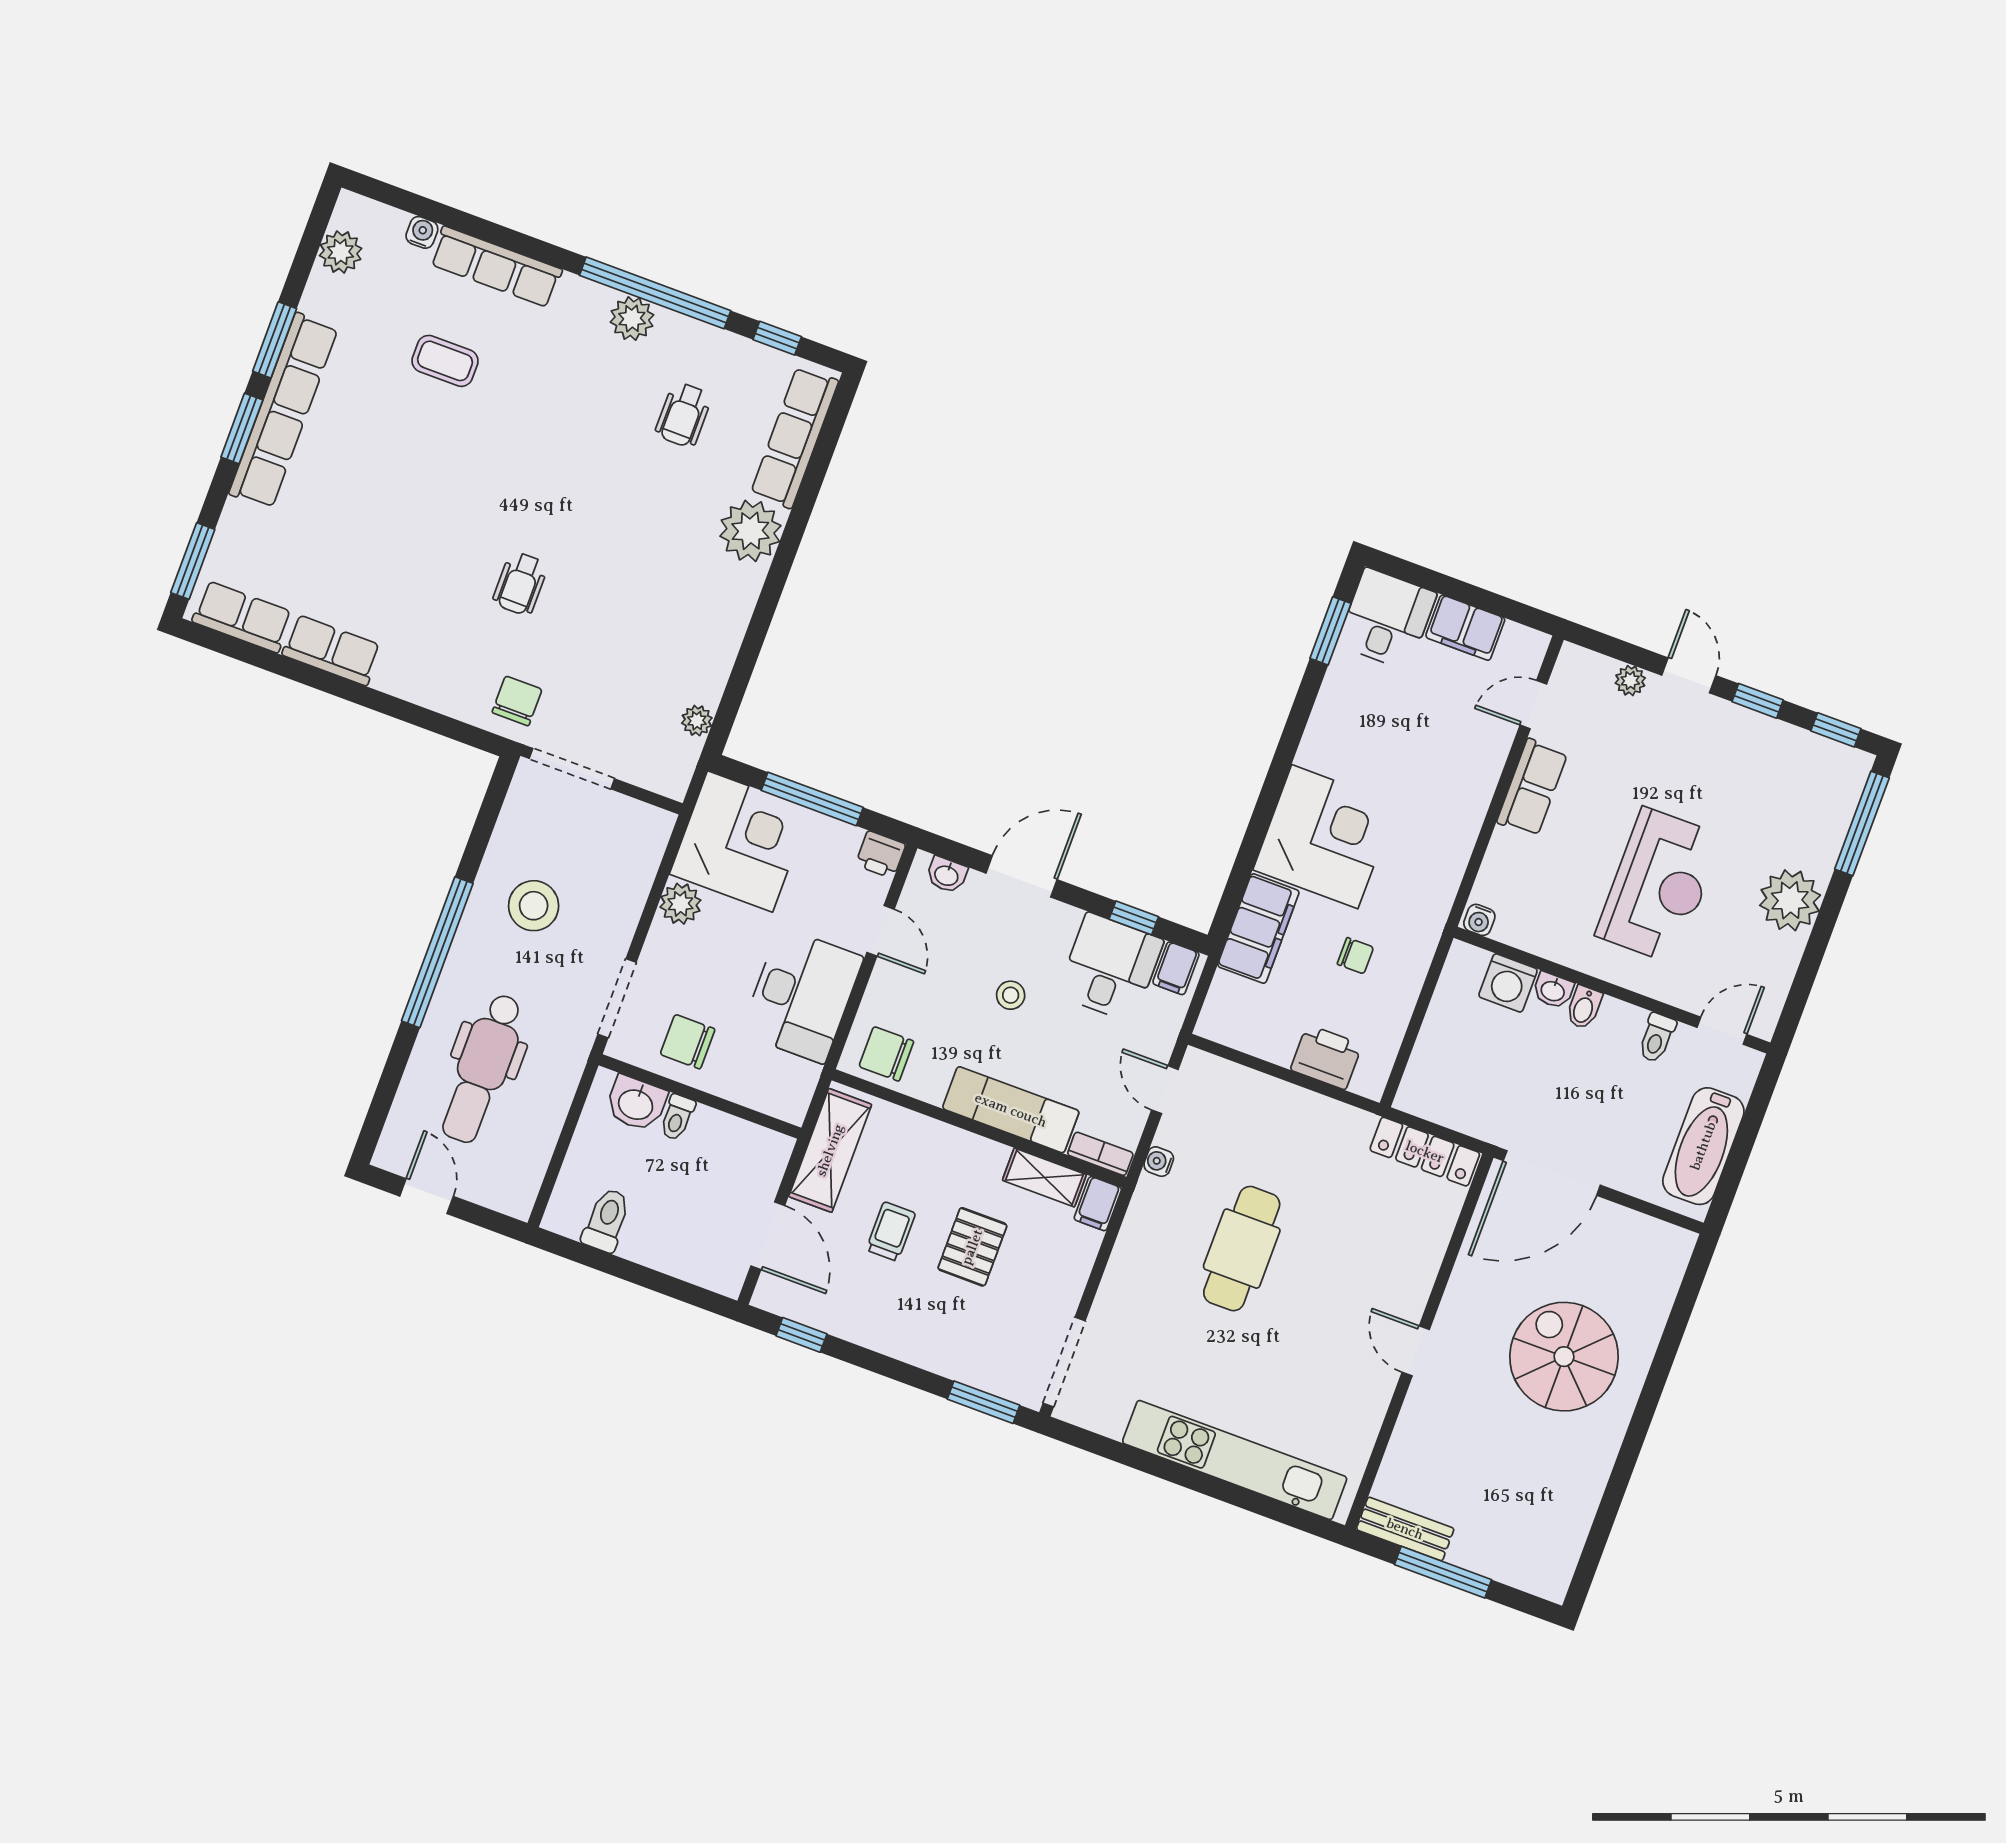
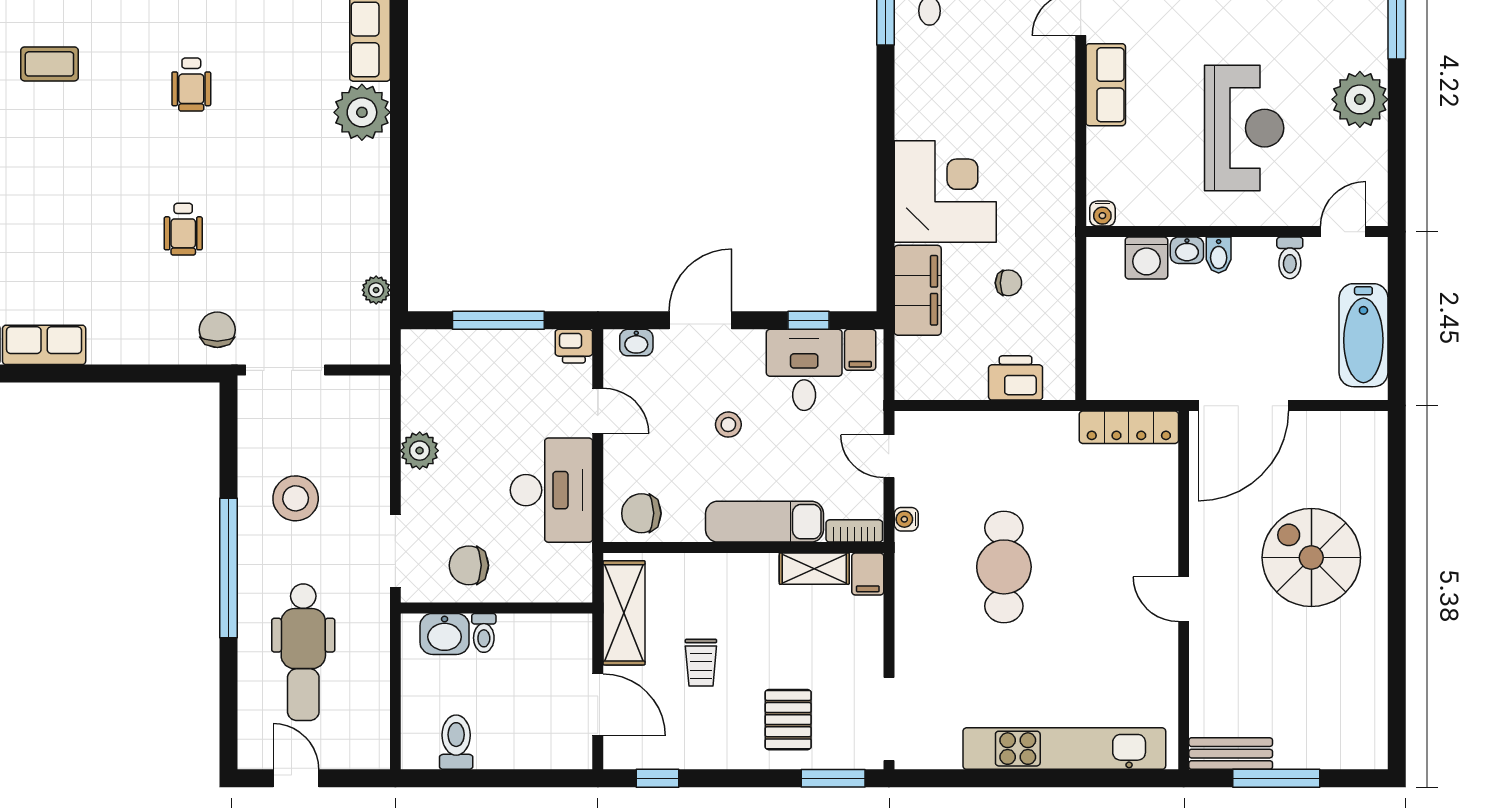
wheelchair: (683, 415) -> (191, 85), moved
corner desk: (740, 841) -> (451, 379), removed
trolley: (891, 1232) -> (701, 663), turned 180
pallet: (972, 1247) -> (788, 720), moved

